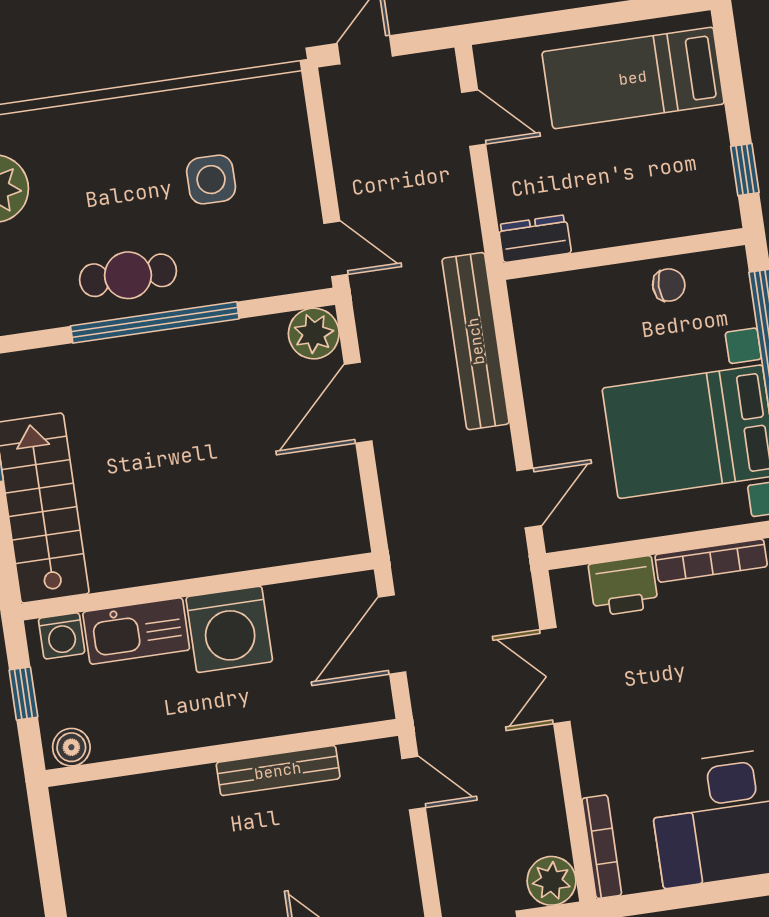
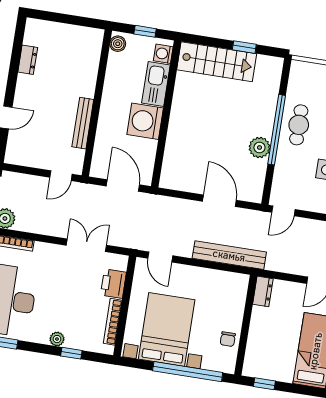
plant: (314, 333) -> (259, 147), moved

